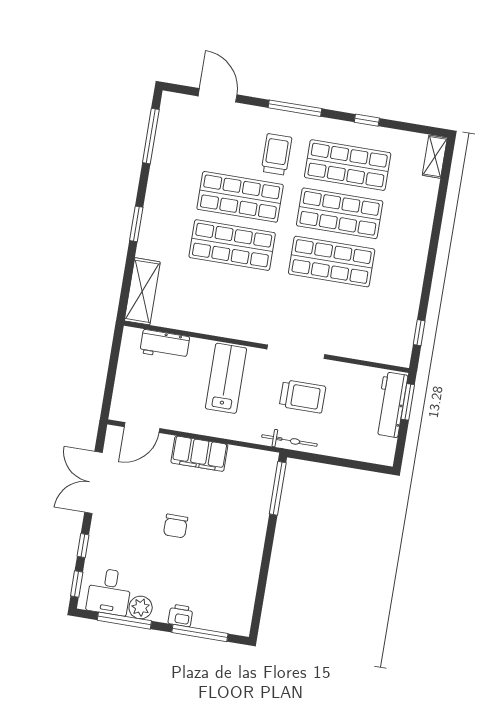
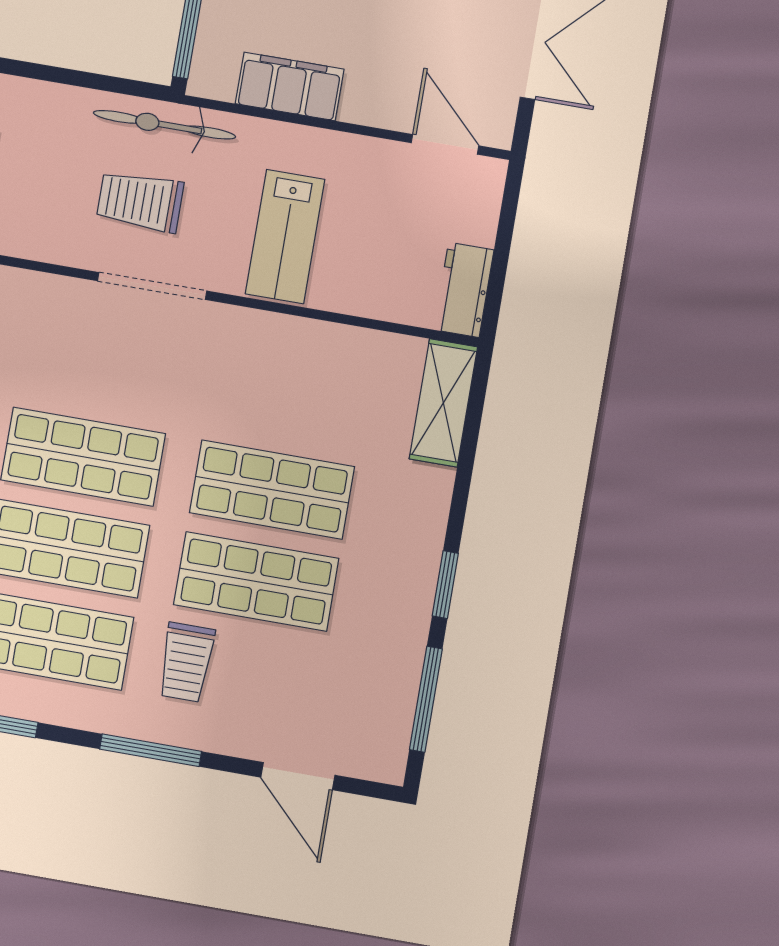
window: (136, 224) -> (445, 585), moved
workbench: (165, 345) -> (464, 290), moved, turned -90
door: (142, 428) -> (445, 144), hinge flipped
bicycle: (289, 441) -> (164, 125), width x1.37, depth x1.40
filing cabinet: (199, 454) -> (290, 86), moved

